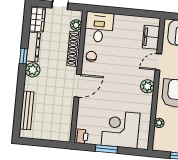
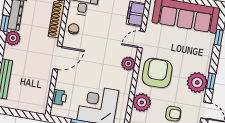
plant: (159, 123) -> (142, 102), width x1.88, depth x1.88
printer: (81, 136) -> (59, 97), moved

